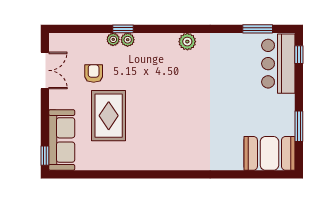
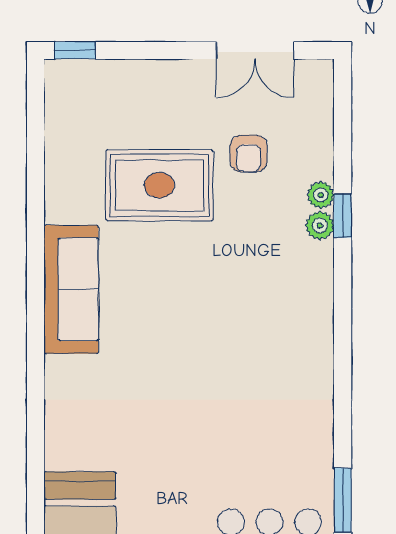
plant: (187, 42) -> (316, 352), removed
armchair: (94, 73) -> (249, 154), turned 90
sofa: (62, 140) -> (71, 289), moved, turned -90

